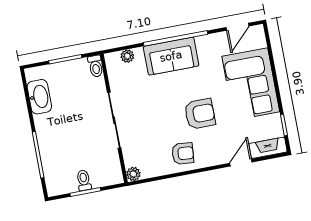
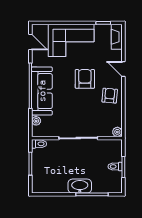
sofa: (171, 56) -> (42, 91), width x1.36
washbasin: (39, 97) -> (80, 186), moved
door: (241, 163) -> (123, 69), moved

